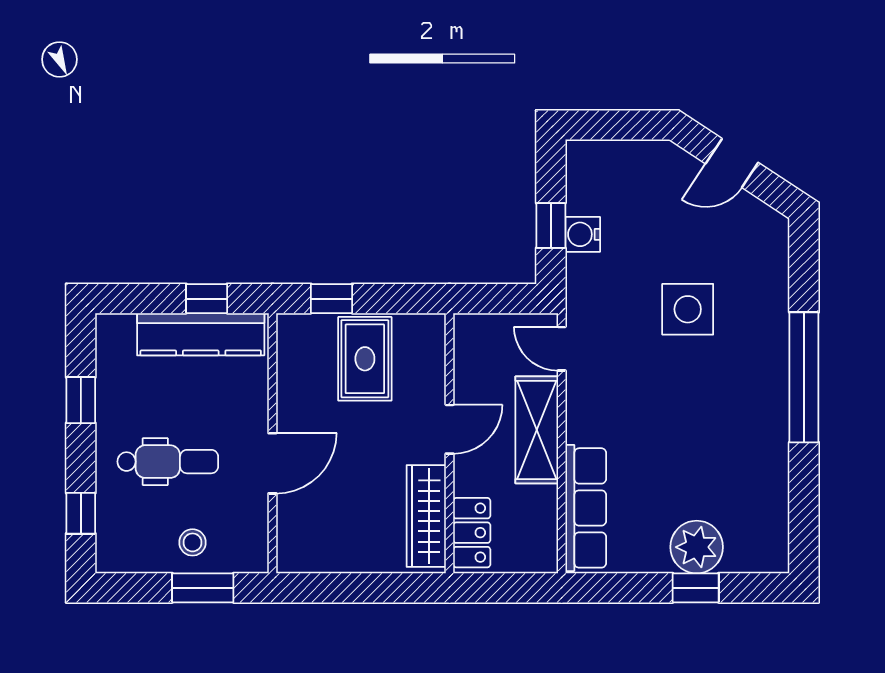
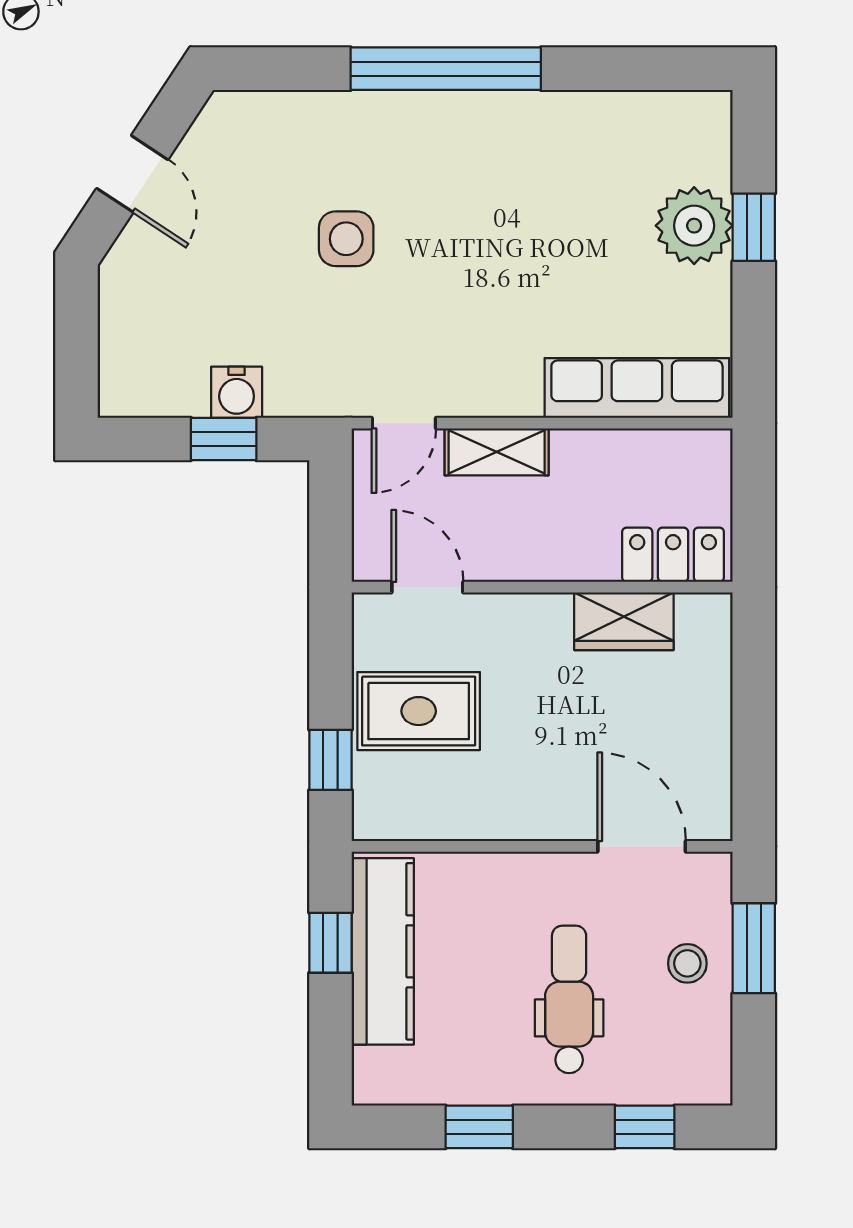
side table: (688, 309) -> (346, 239), width x0.73, depth x0.73
door: (450, 429) -> (427, 587), moved
shelving: (537, 430) -> (497, 452), width x0.67, depth x0.75
door: (272, 463) -> (642, 846), moved
wardrobe: (426, 516) -> (624, 621), width x0.67

